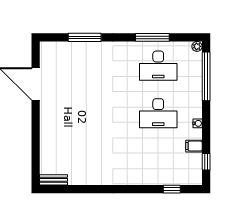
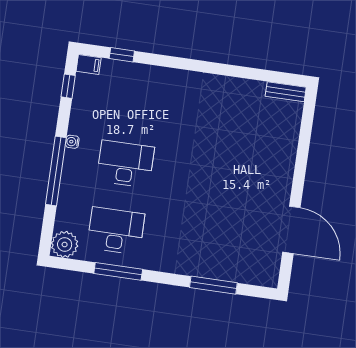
plant: (197, 46) -> (65, 244), width x1.88, depth x1.88
window: (206, 76) -> (56, 171), moved
filing cabinet: (194, 146) -> (89, 64), moved

